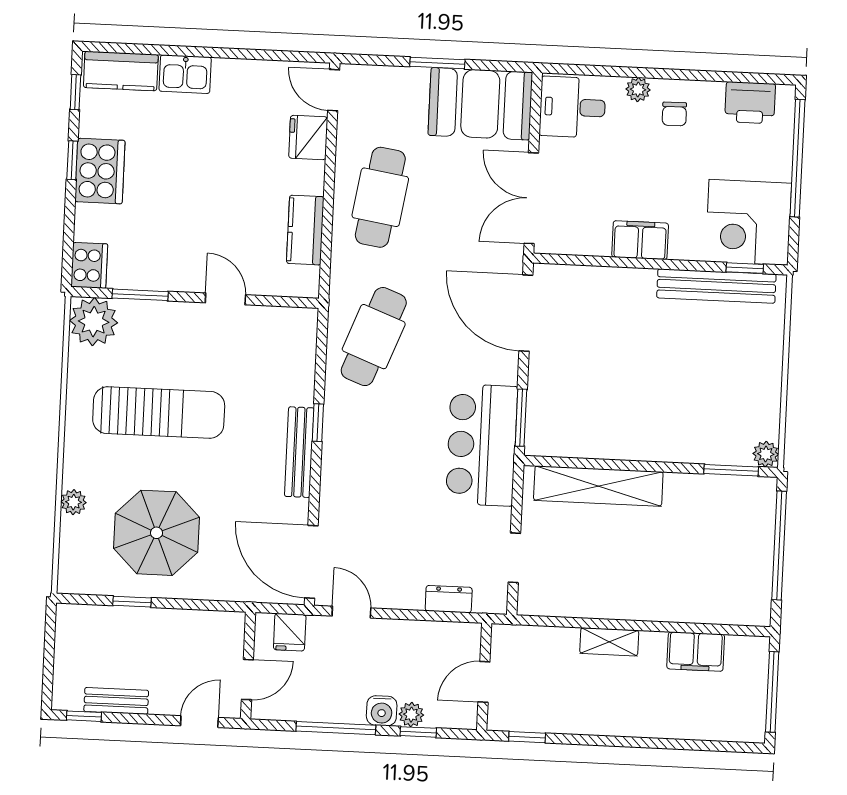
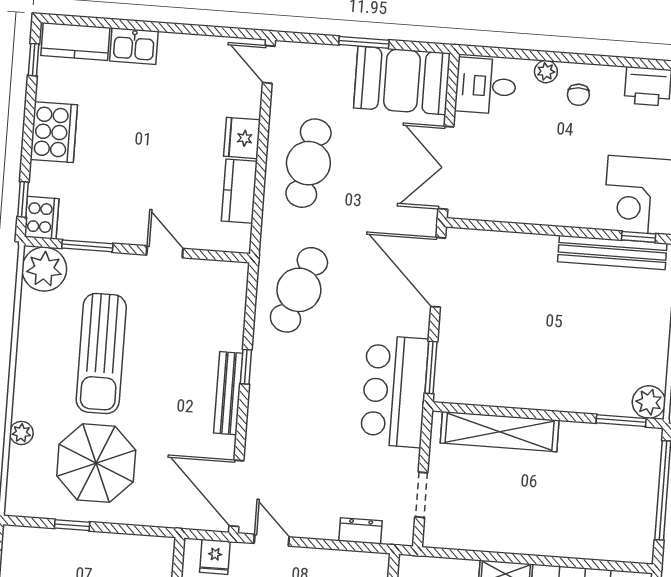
fridge: (308, 137) -> (242, 138), moved
window: (72, 160) -> (23, 199), moved
filing cabinet: (640, 240) -> (544, 209), removed
sun lounger: (159, 412) -> (101, 353), turned 90
plant: (766, 454) -> (649, 402), width x1.38, depth x1.38

